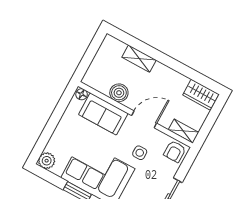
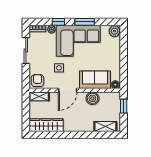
shelving: (139, 59) -> (105, 127), moved
window: (86, 62) -> (124, 106), added
wardrobe: (201, 95) -> (46, 125), width x1.50

